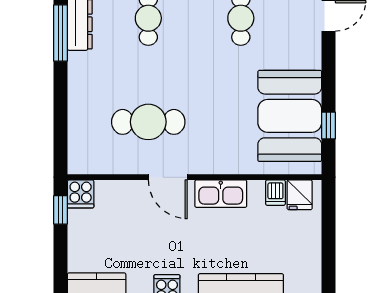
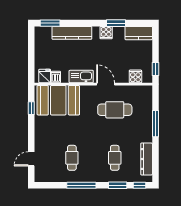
window: (61, 33) -> (155, 124), moved
booth: (290, 116) -> (58, 100), moved, turned 90
cooker: (81, 194) -> (135, 76), moved

